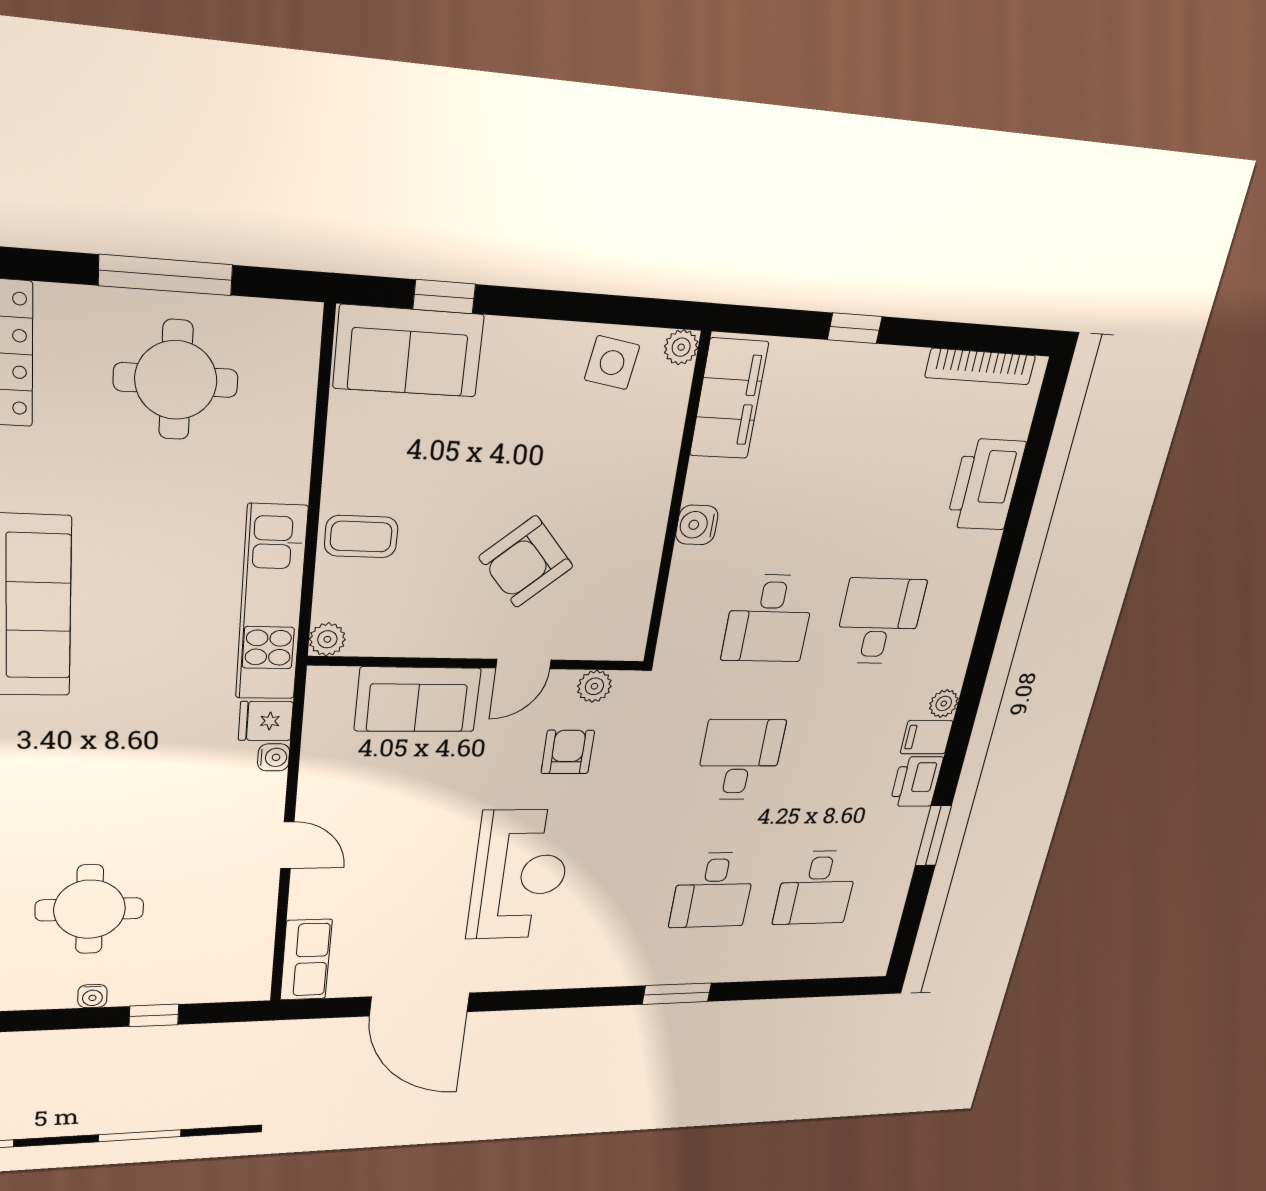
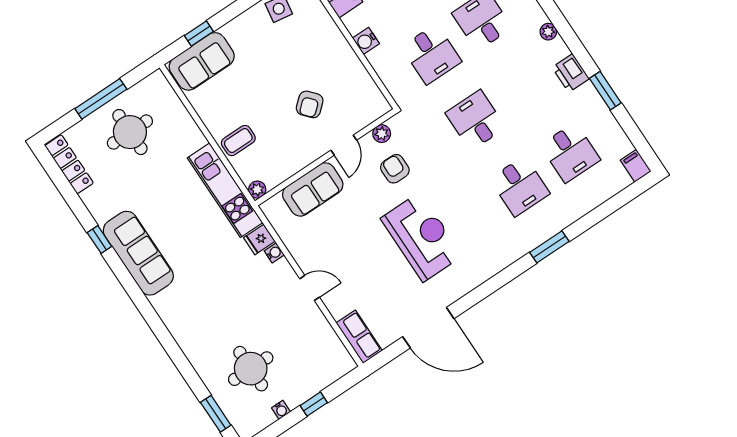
armchair: (526, 562) -> (310, 104), width x0.72, depth x0.72
filing cabinet: (927, 737) -> (636, 166), moved, turned 90

